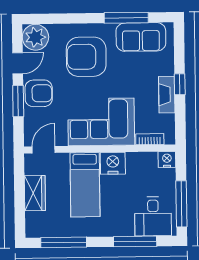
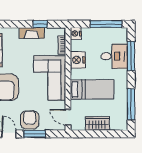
window: (180, 84) -> (40, 24), moved
nightstand: (113, 163) -> (78, 60), moved
desk: (153, 216) -> (114, 56), moved

